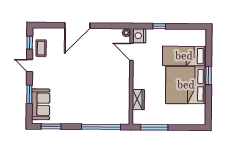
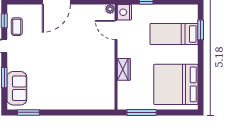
window: (209, 76) -> (201, 30), moved
bed: (186, 85) -> (176, 84), moved
wardrobe: (138, 99) -> (124, 69), moved
window: (101, 127) -> (83, 112), removed

